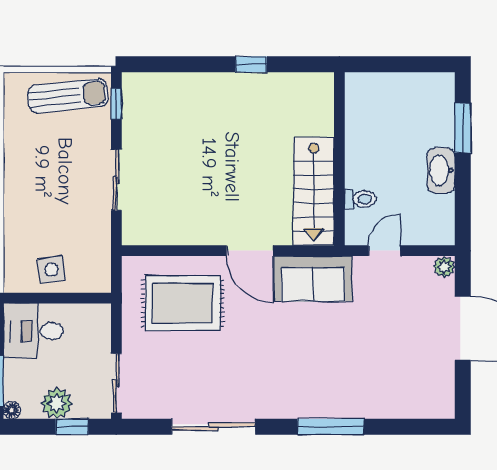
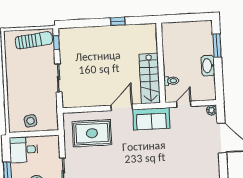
door: (250, 251) -> (122, 107), swing flipped

